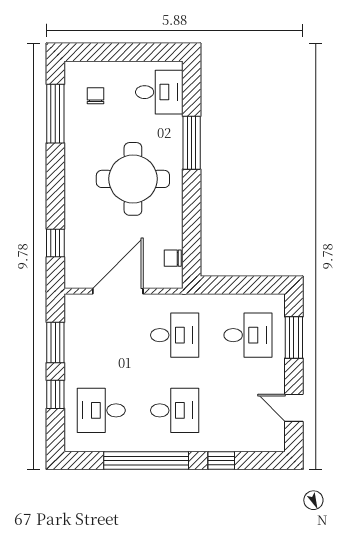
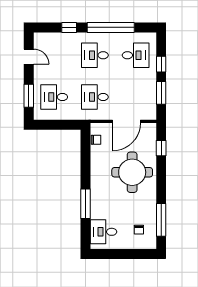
round table: (133, 179) -> (132, 172), moved

